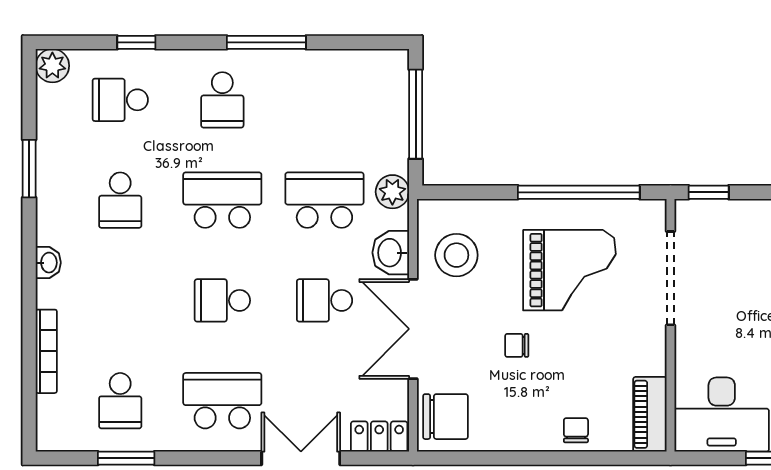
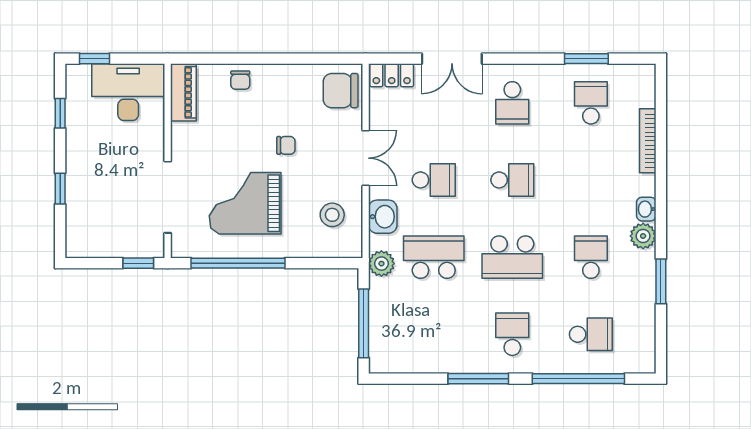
window: (136, 42) -> (578, 379), width x3.17
plant: (52, 66) -> (643, 236), moved
school desk: (324, 200) -> (434, 257), turned 180
stool: (456, 255) -> (332, 215), width x0.73, depth x0.73
double door: (413, 329) -> (366, 158), width x0.73
school desk: (222, 401) -> (512, 103), width x0.54

